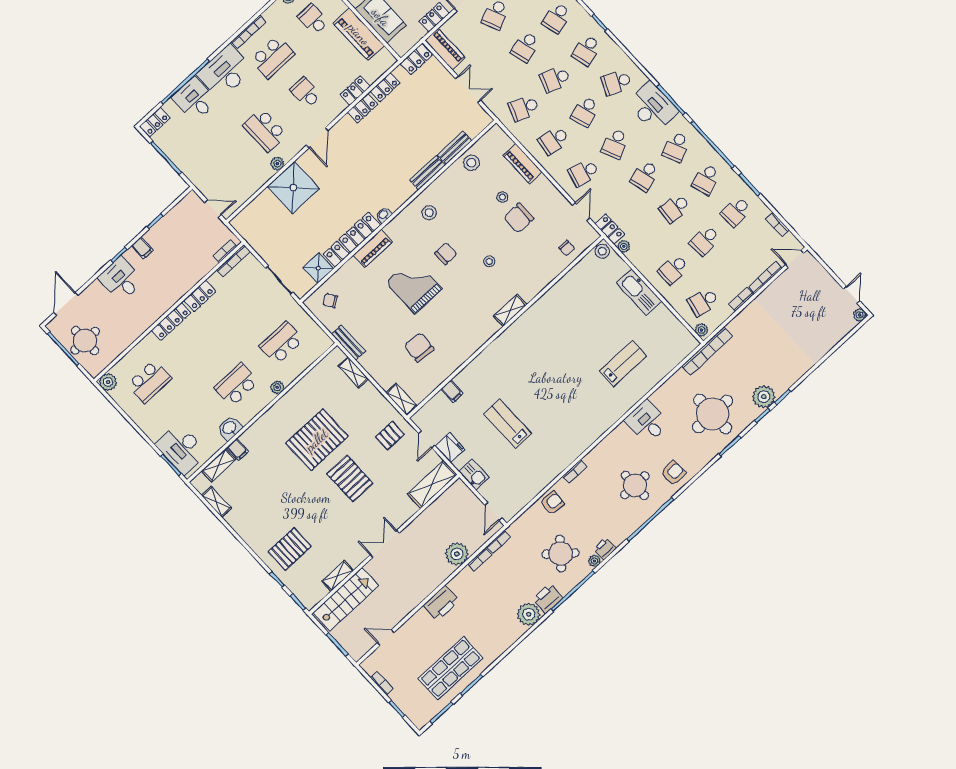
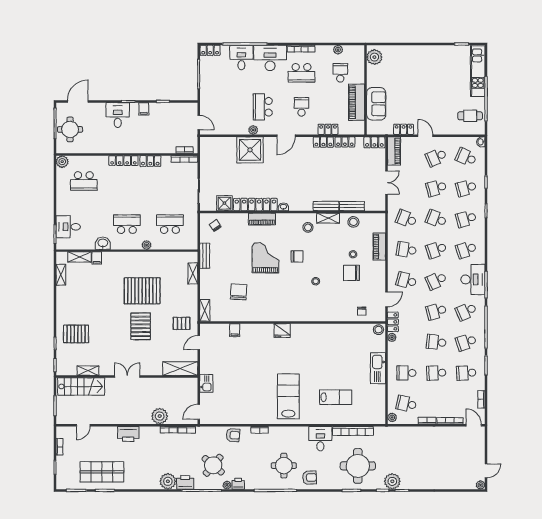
school desk: (616, 82) -> (466, 250), turned -42
shelving: (510, 310) -> (328, 218), moved
bookcase: (707, 351) -> (353, 431), moved
lab bench: (508, 424) -> (288, 396), moved, width x1.36, depth x1.39
fridge: (450, 448) -> (282, 330), moved, turned 90
desk: (182, 449) -> (68, 227), width x0.73
door: (386, 638) -> (83, 425), swing flipped

